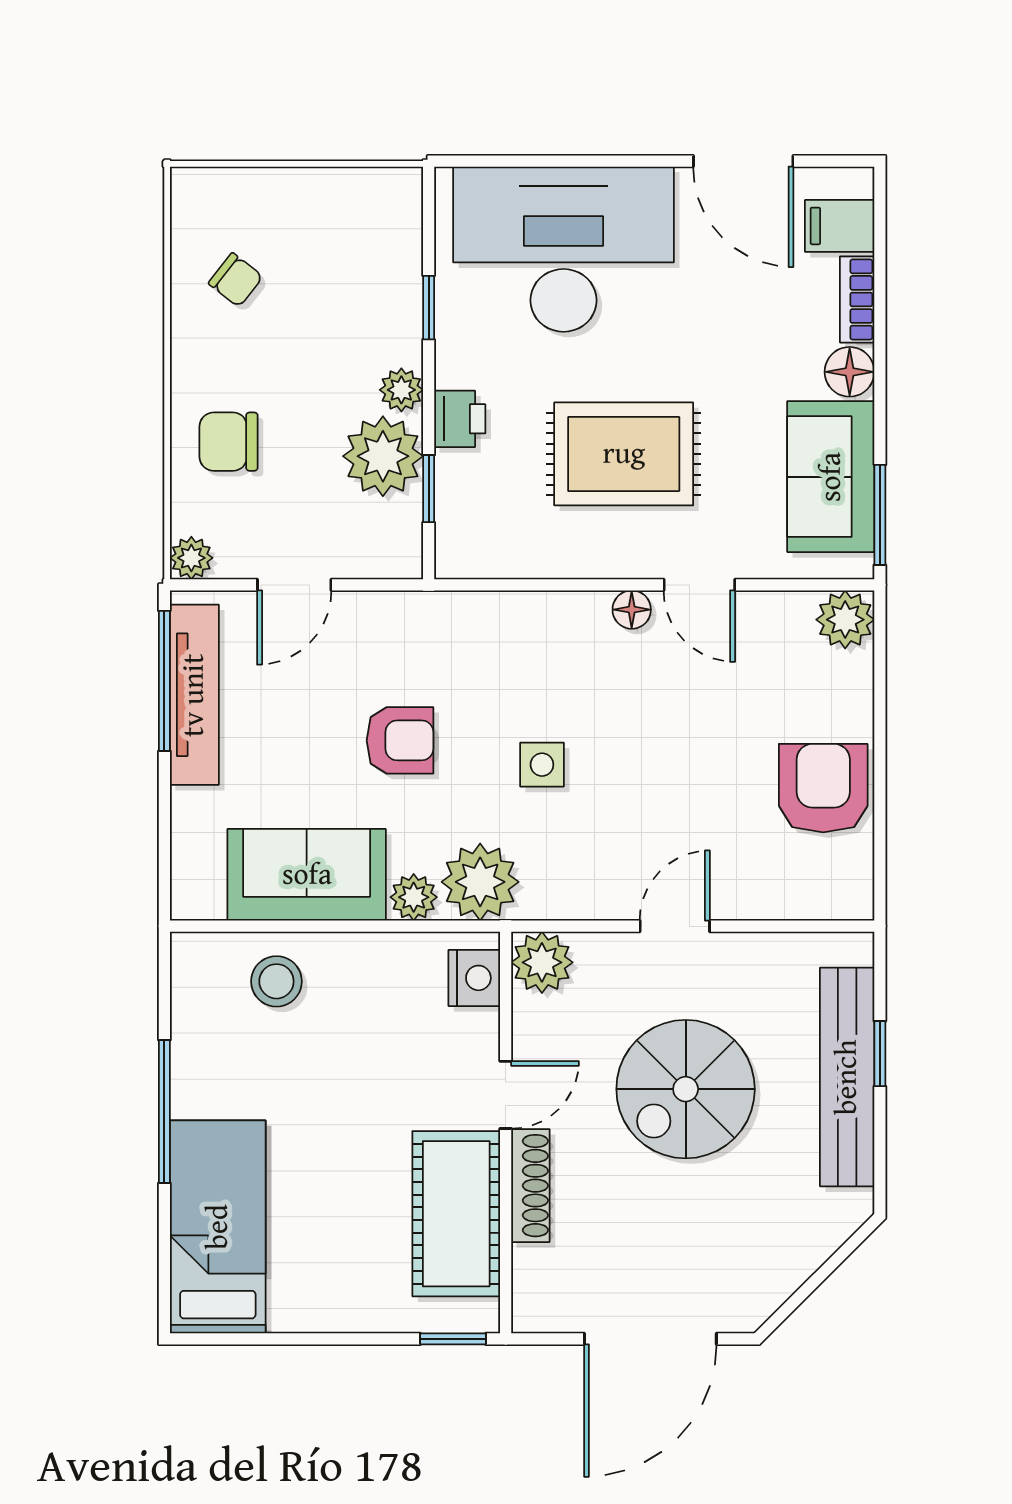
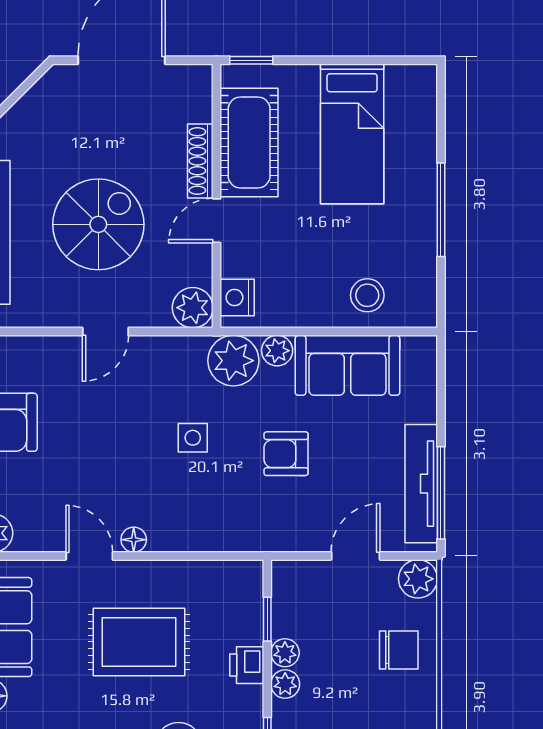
plant: (383, 456) -> (285, 653), width x0.53, depth x0.53
plant: (191, 558) -> (418, 579), width x1.38, depth x1.38
bed: (218, 1227) -> (352, 134), moved

